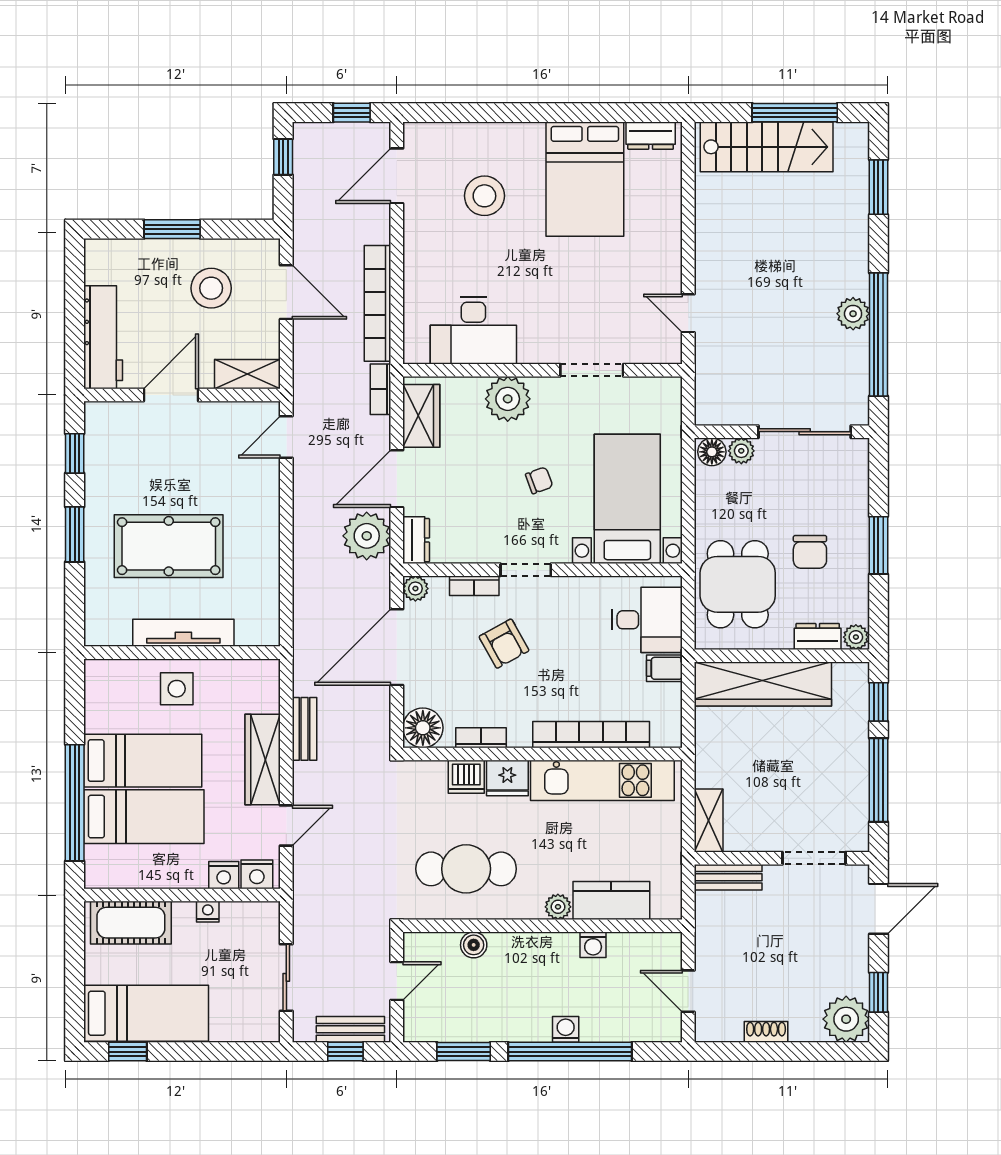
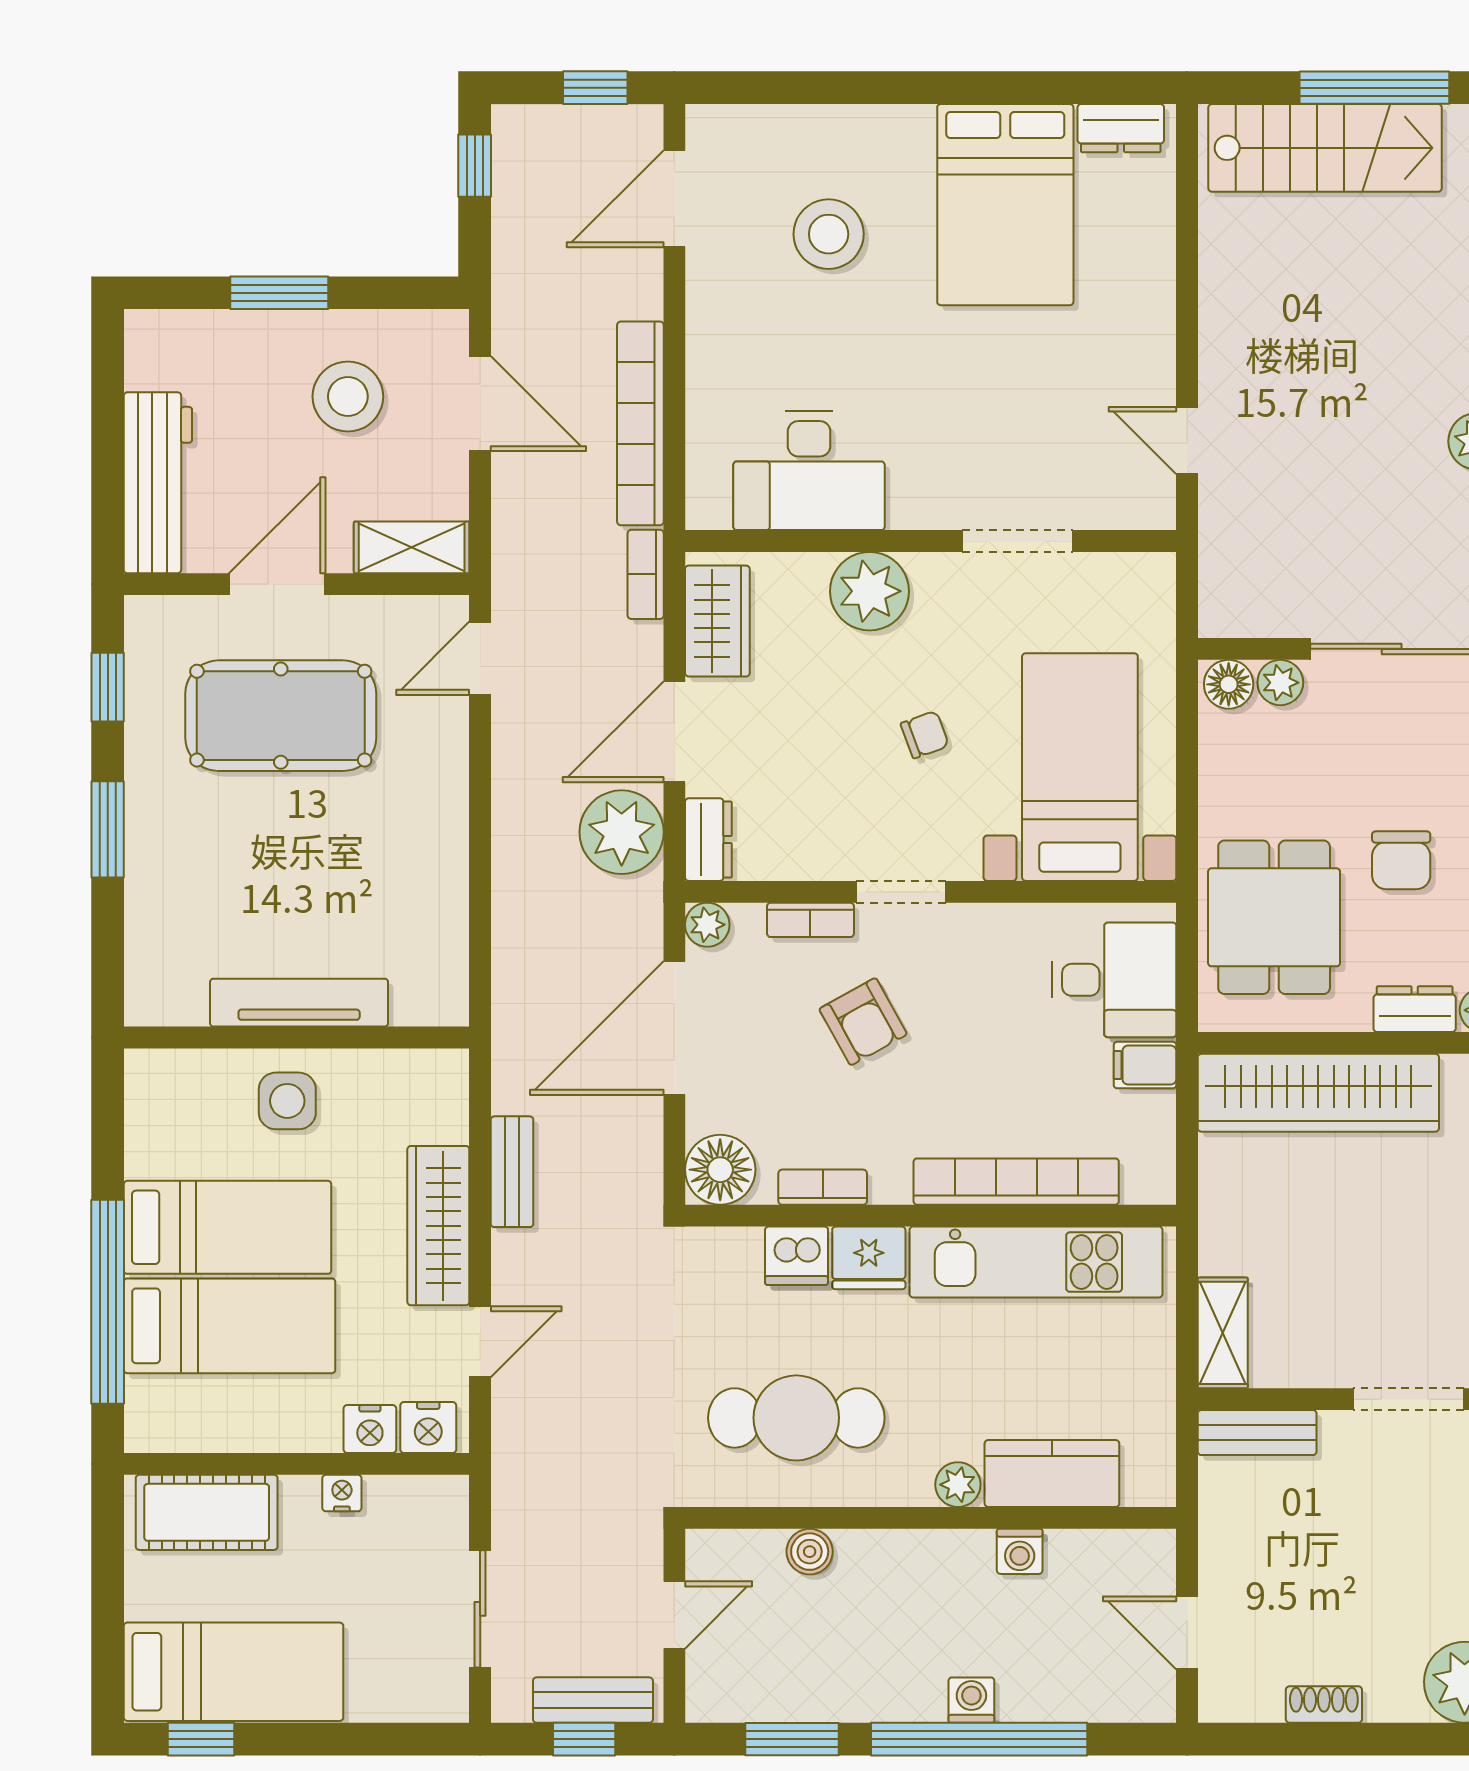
pool table: (169, 546) -> (281, 716), moved

